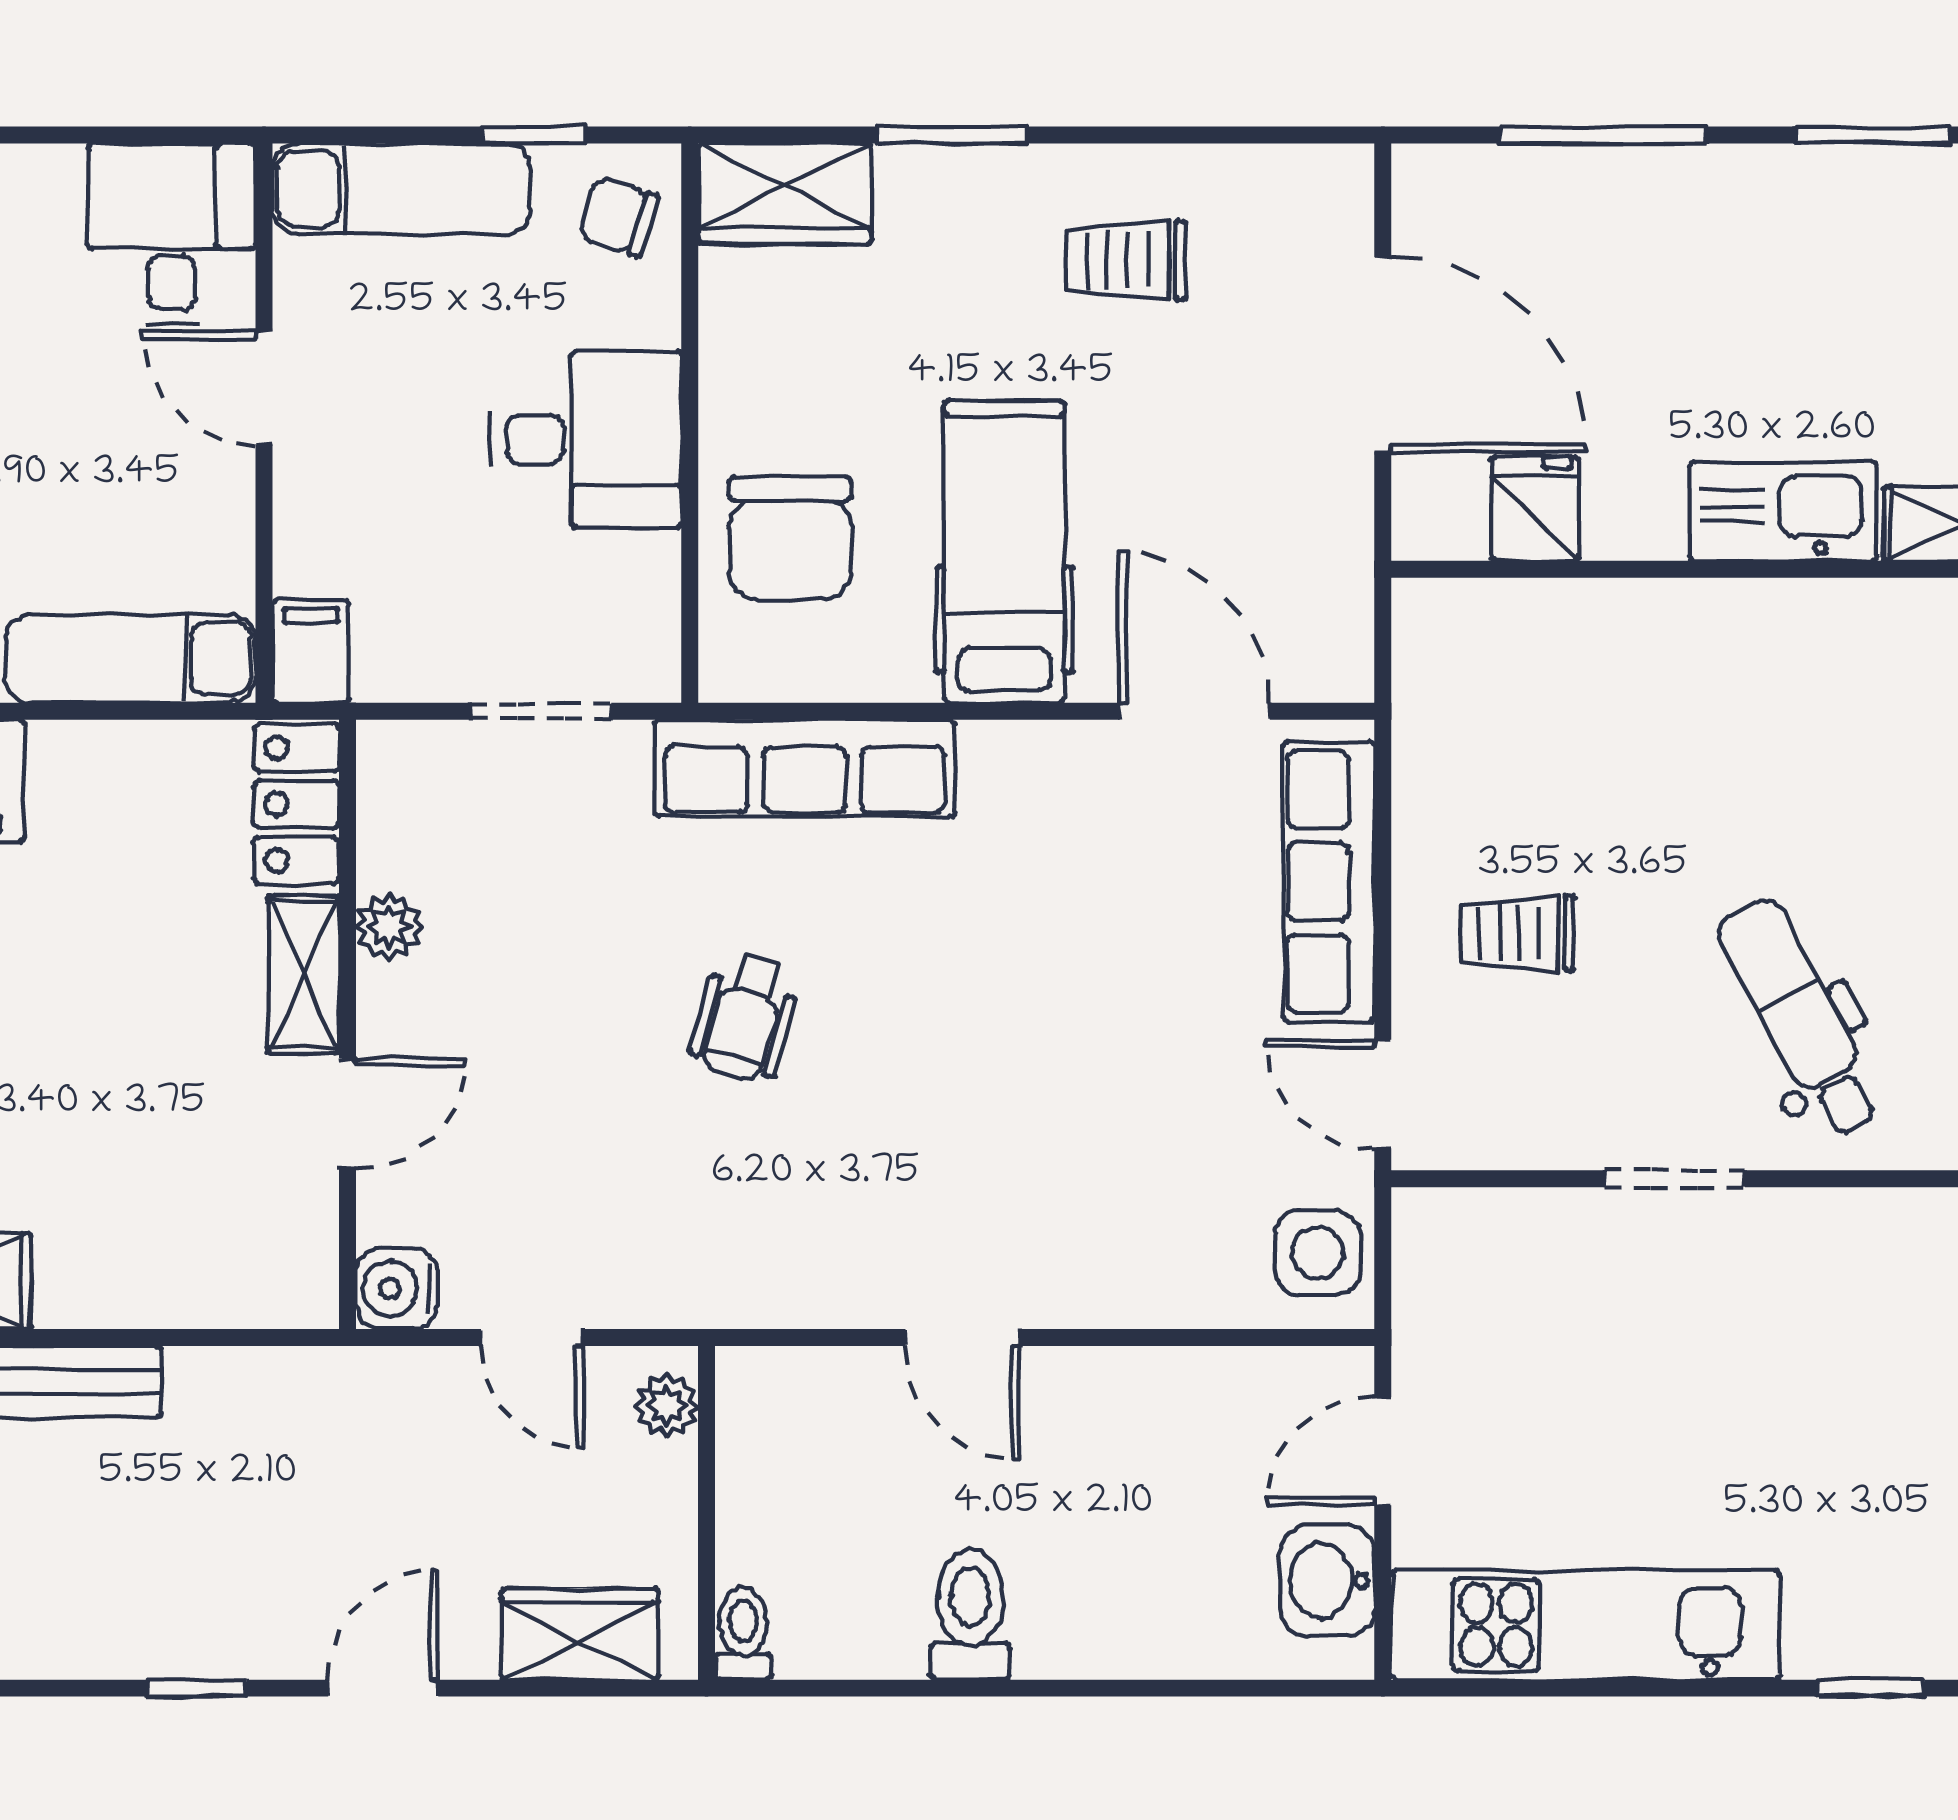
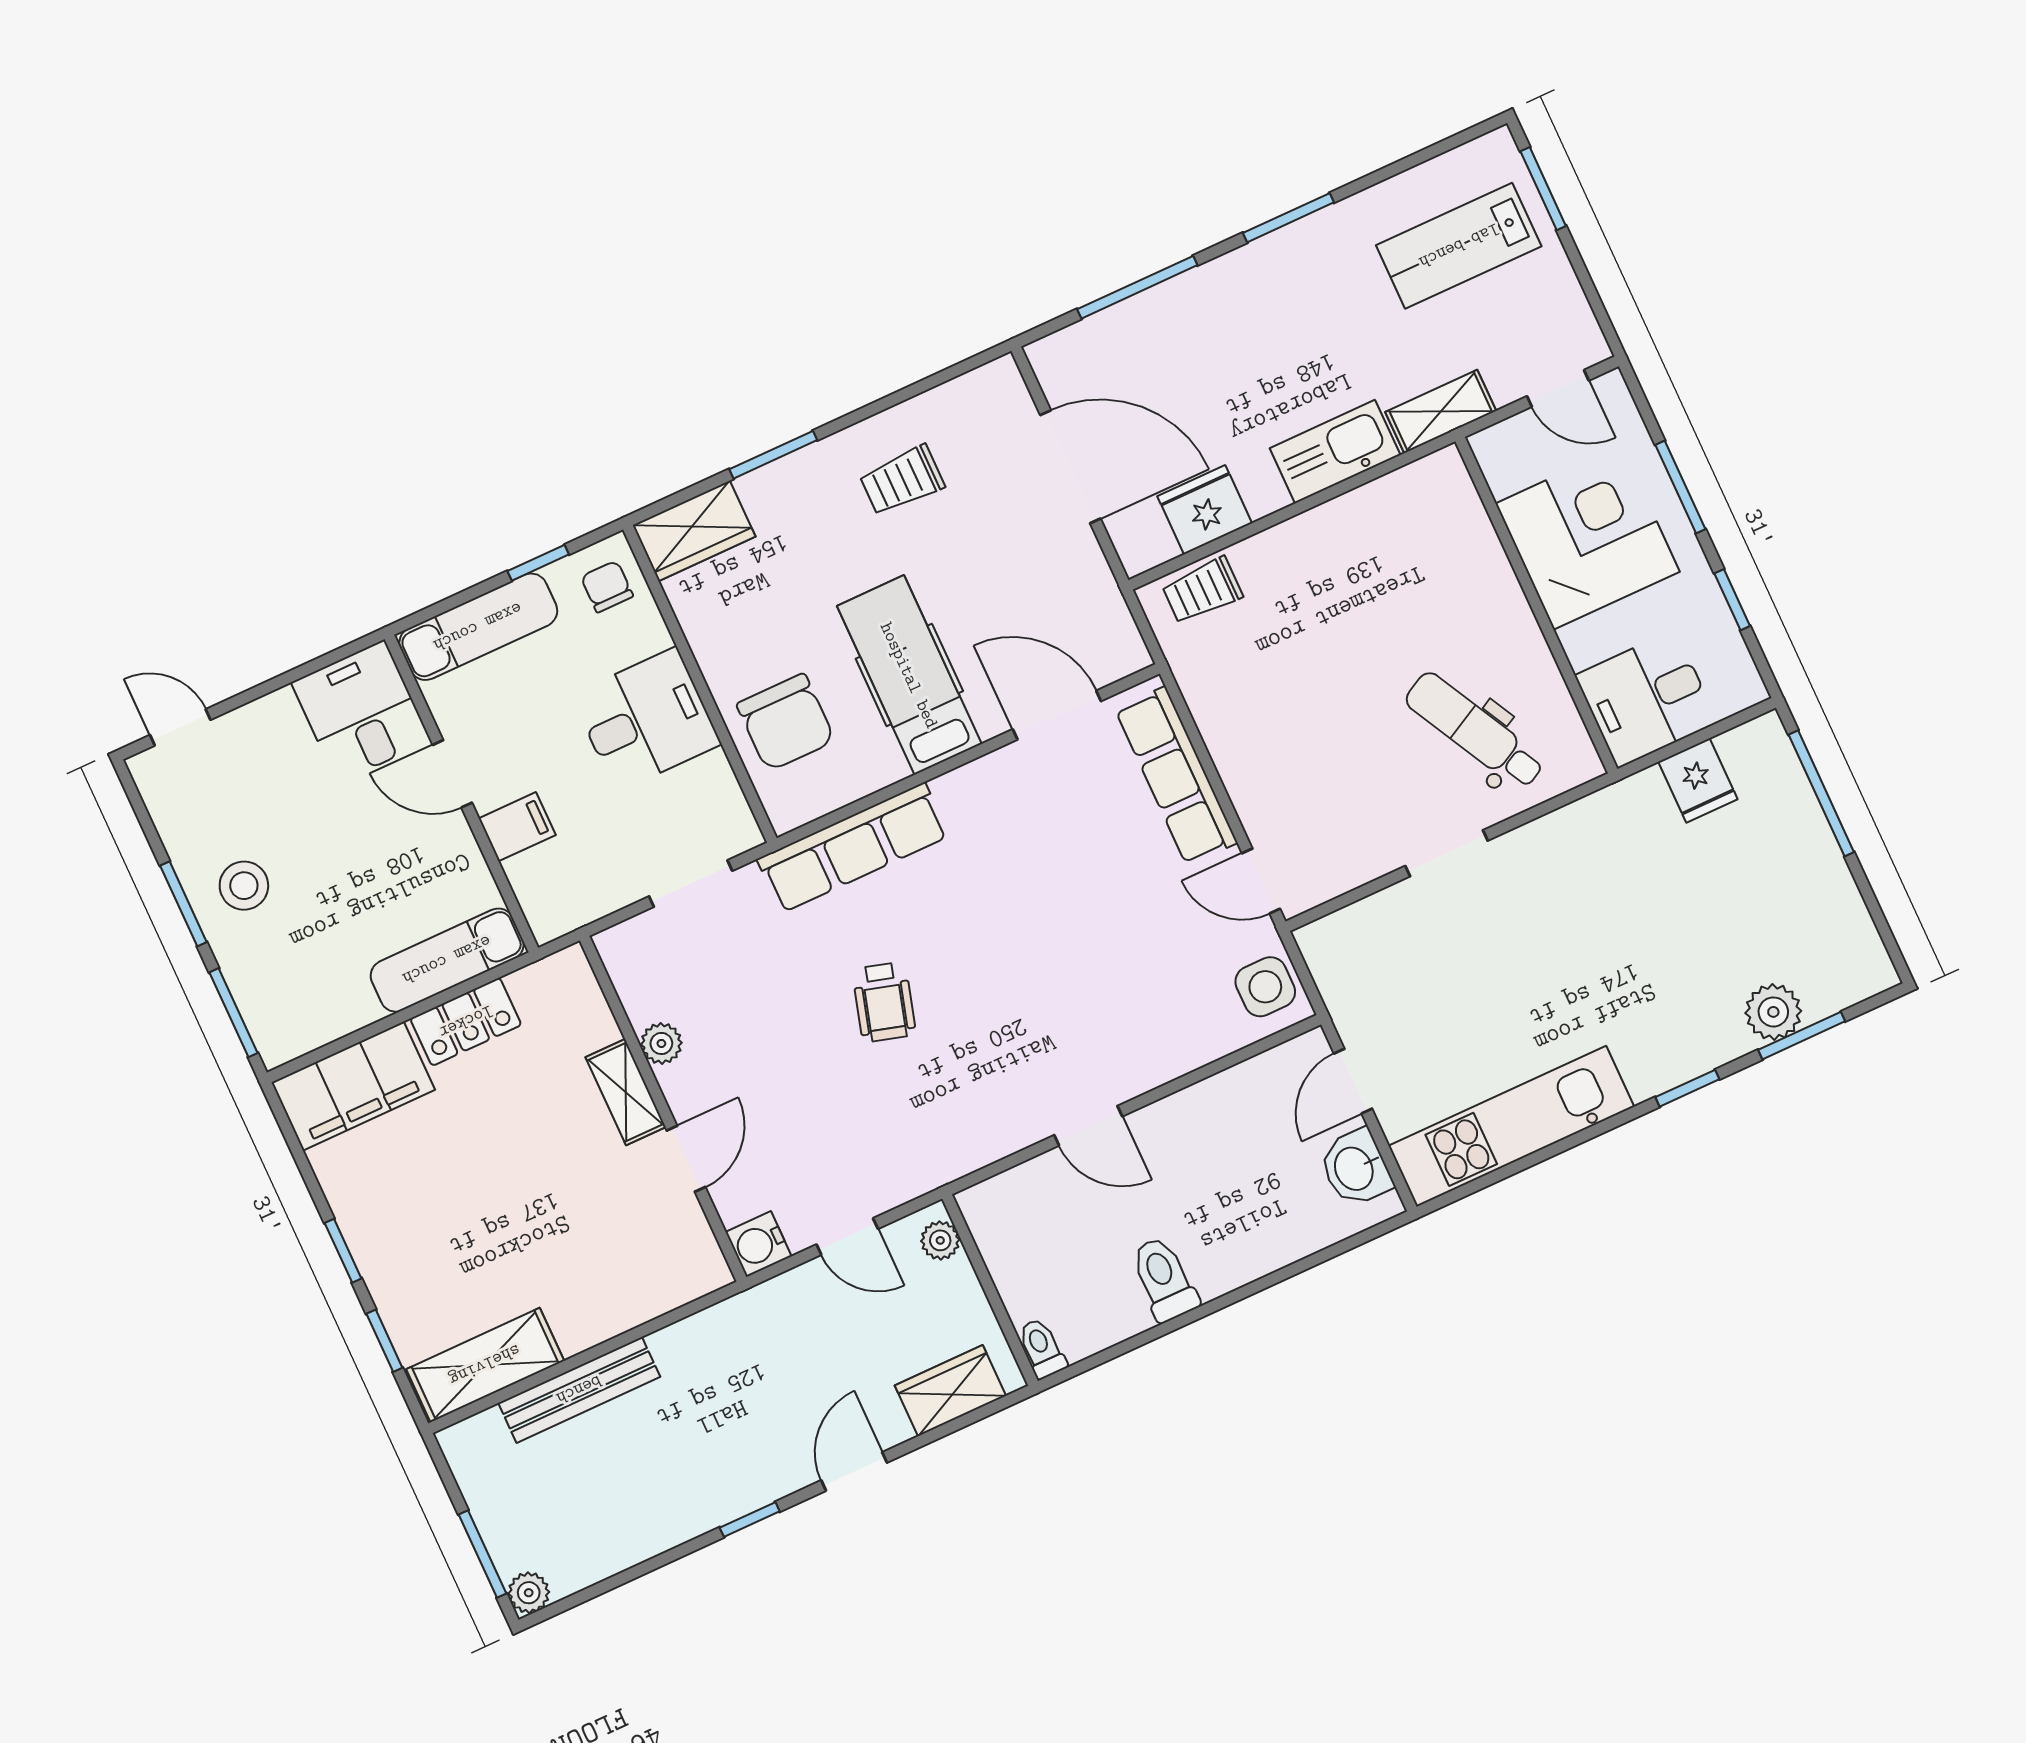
chair: (619, 217) -> (607, 587), turned 72
fridge: (1535, 509) -> (1205, 510), width x1.38
filing cabinet: (311, 651) -> (517, 827), moved, turned 90
locker: (296, 804) -> (466, 1022), moved, turned -90
trolley: (1517, 933) -> (1202, 591), moved

